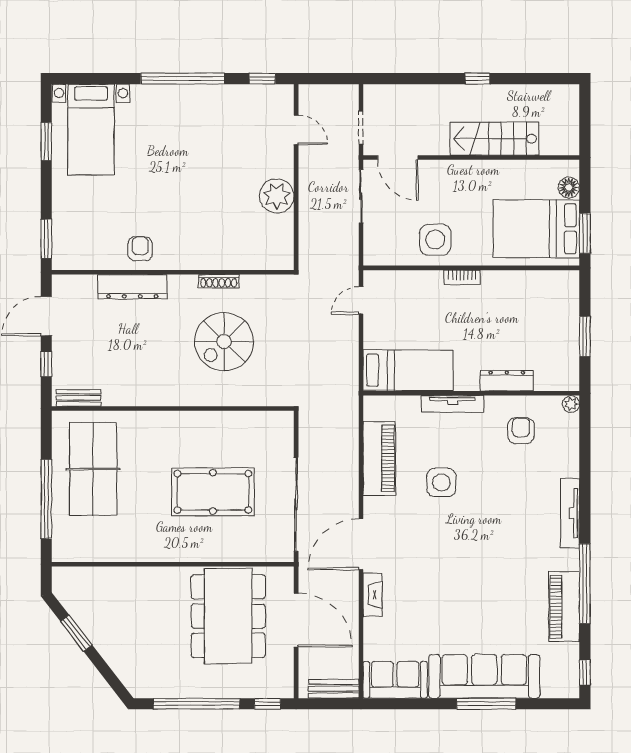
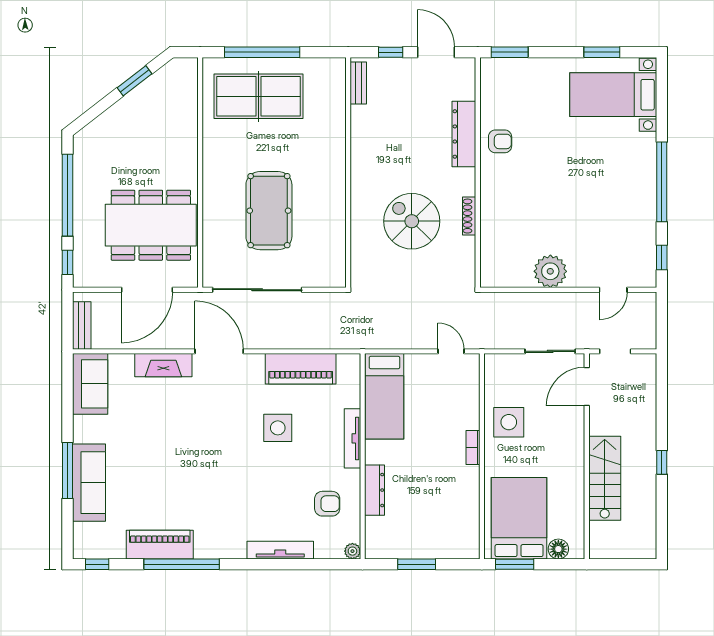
table tennis table: (93, 469) -> (259, 96), moved
tv unit: (570, 513) -> (280, 550), moved
fireplace: (372, 595) -> (163, 365), width x1.37, depth x1.32
sofa: (484, 676) -> (89, 483), width x0.74, depth x0.79

